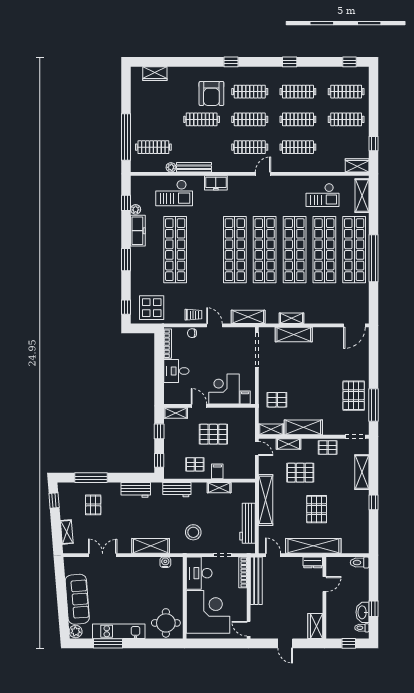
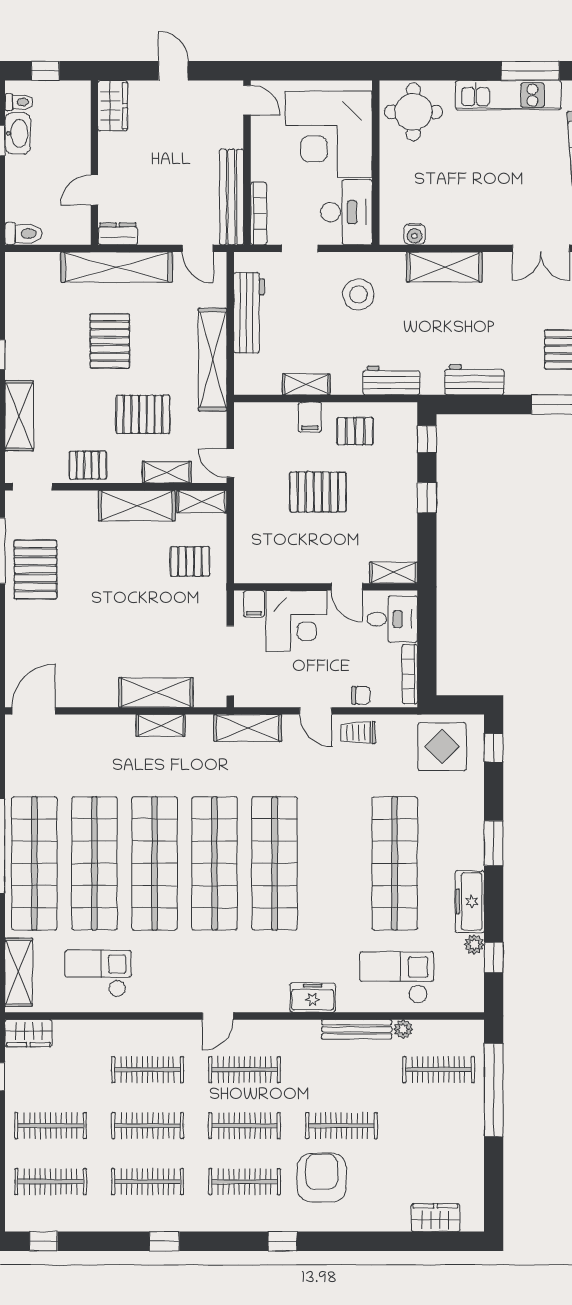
corner desk: (224, 389) -> (296, 621), moved
filing cabinet: (245, 398) -> (254, 604), moved
door: (199, 406) -> (347, 587), moved
wall: (209, 406) -> (326, 587), moved
shelving: (176, 413) -> (394, 573), moved

